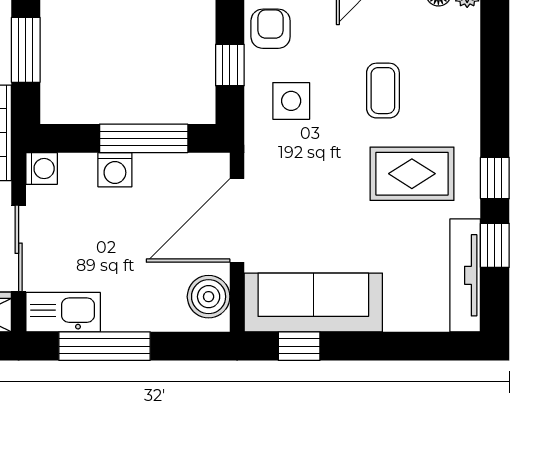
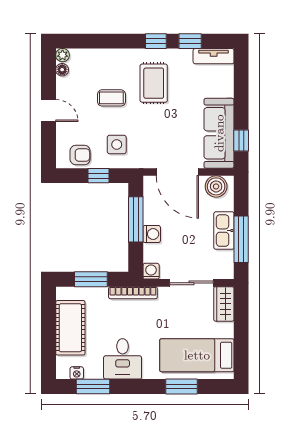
armchair: (271, 29) -> (80, 155), turned 180
tv unit: (465, 275) -> (214, 56), width x0.71
kitchen sink: (63, 312) -> (224, 231), moved

